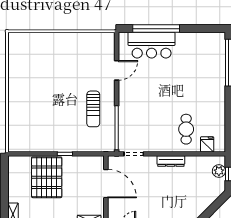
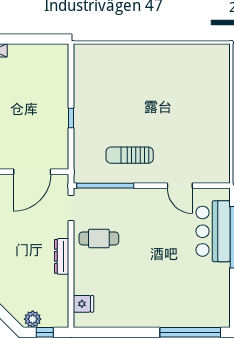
cafe table: (186, 129) -> (99, 238), moved
plant: (219, 171) -> (33, 319), moved
pallet: (47, 177) -> (40, 94), removed

